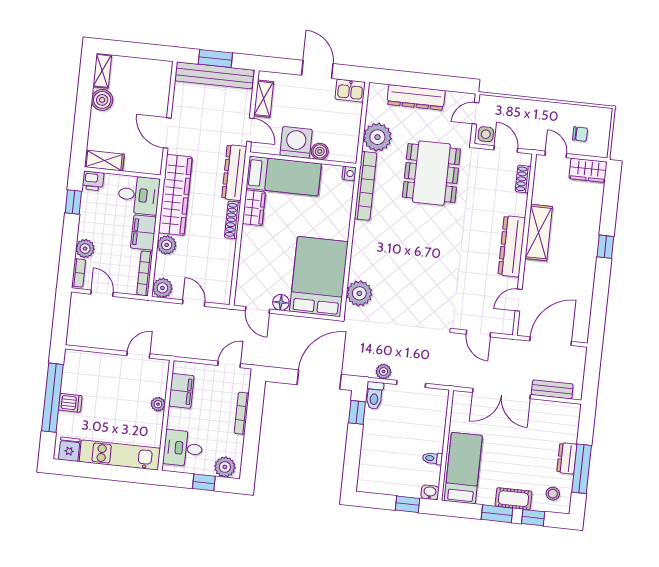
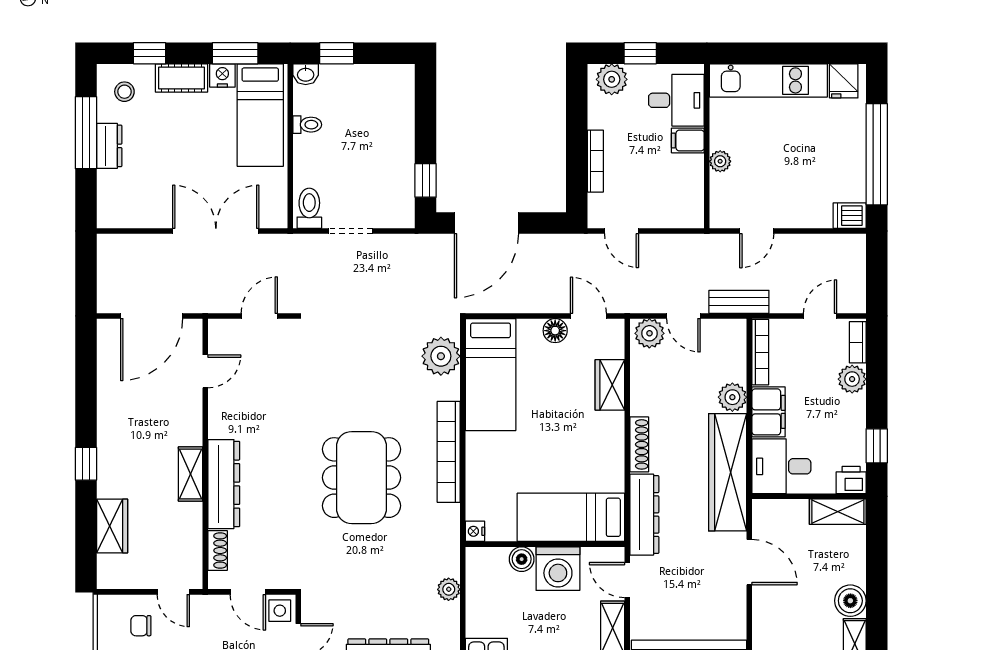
plant: (377, 137) -> (449, 589), width x0.53, depth x0.53
wardrobe: (588, 170) -> (112, 526), moved, turned 90
dining table: (431, 173) -> (362, 478), moved
bookcase: (366, 186) -> (449, 452), moved
wardrobe: (254, 208) -> (610, 385), moved
shelving: (539, 233) -> (190, 474), width x0.67, depth x0.75
dresser: (512, 246) -> (224, 484), moved
bed: (319, 277) -> (491, 375), width x0.67
plant: (162, 288) -> (649, 333), moved
door: (102, 293) -> (820, 316), swing flipped
door: (478, 333) -> (259, 316), hinge flipped
door: (229, 364) -> (622, 231), hinge flipped
plant: (383, 371) -> (393, 245), removed
bench: (552, 389) -> (739, 302), moved
filing cabinet: (181, 391) -> (688, 140), moved, width x0.50
toilet: (374, 395) -> (309, 208), moved
dishwasher: (70, 403) -> (850, 216), moved
nightstand: (486, 497) -> (222, 75), added
window: (497, 514) -> (235, 53), moved

